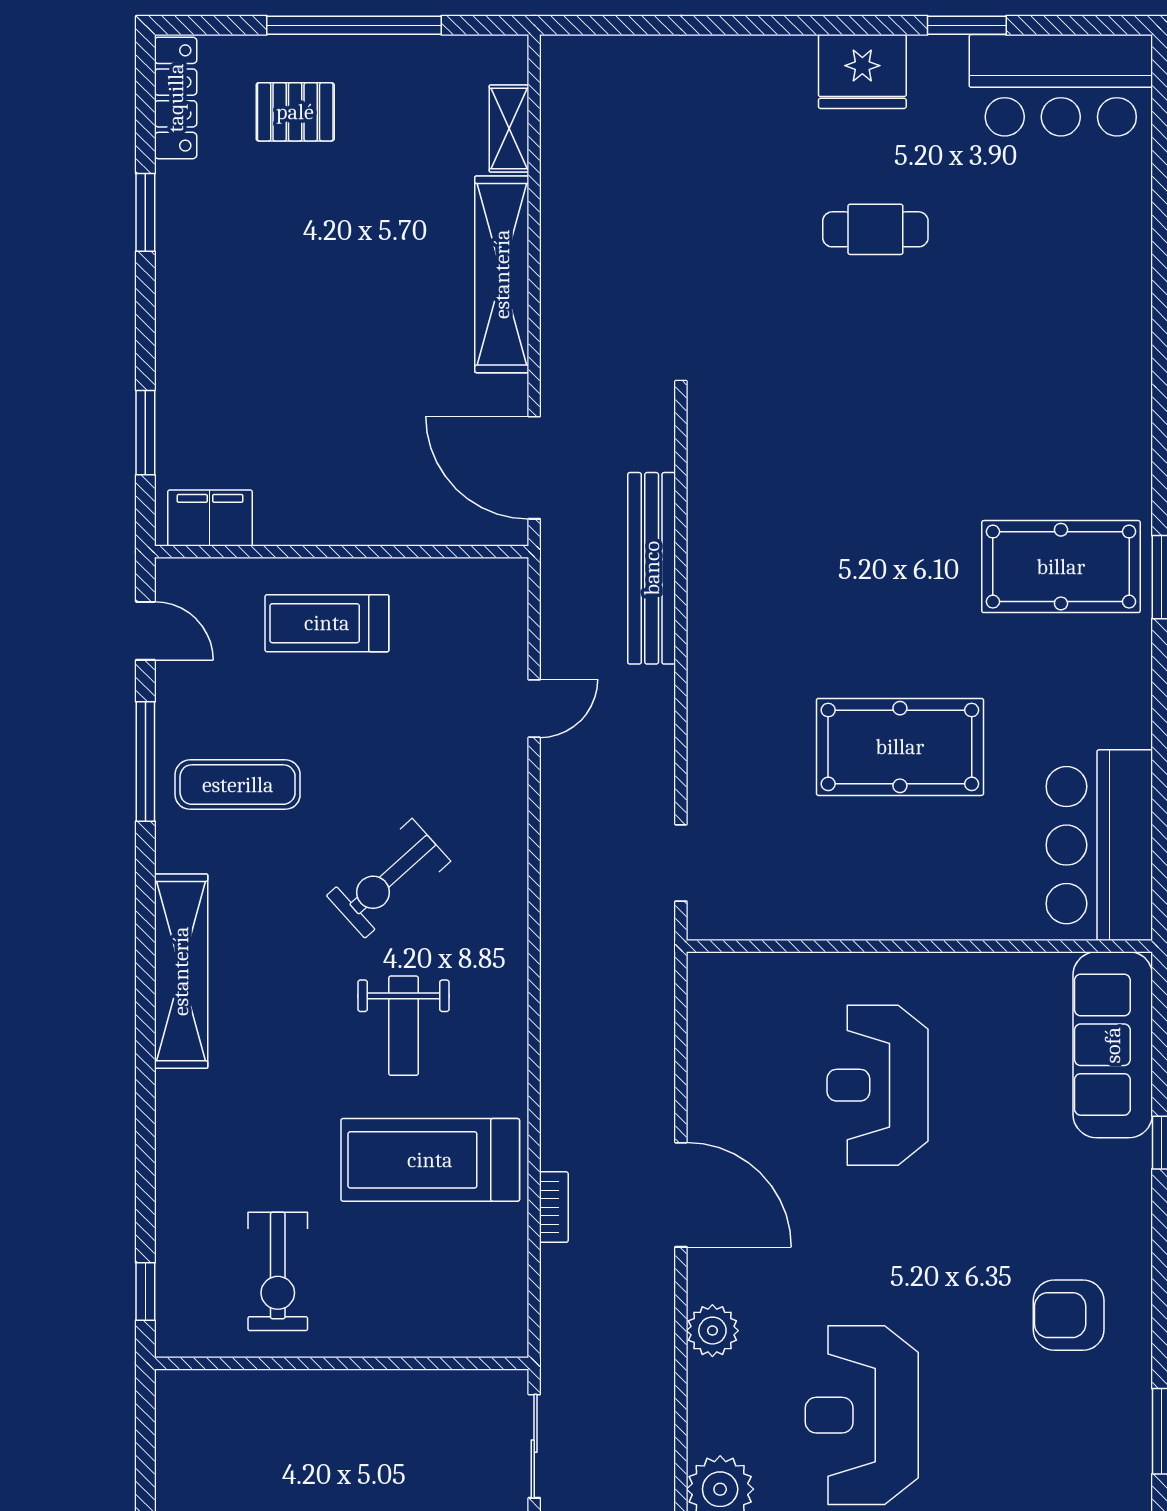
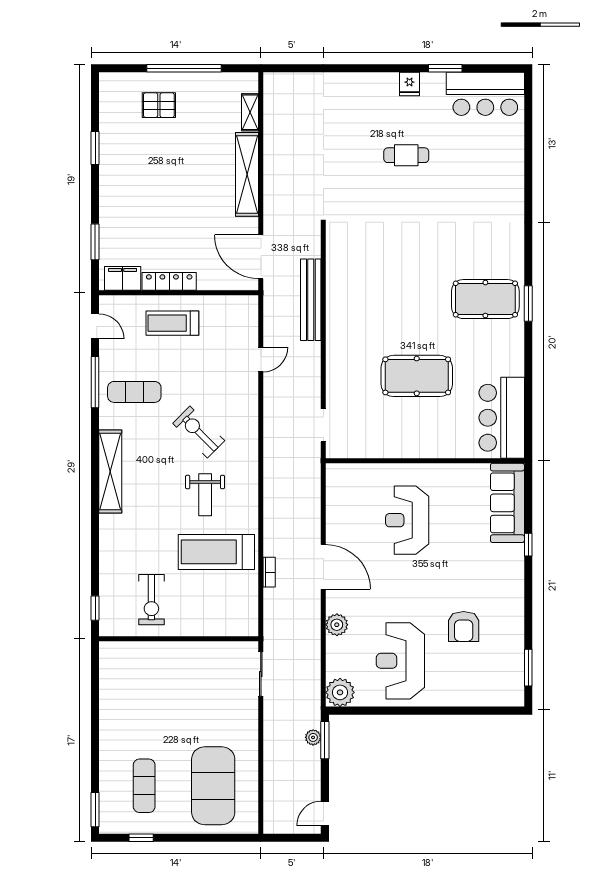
fridge: (862, 72) -> (409, 84), width x0.53, depth x0.75
locker: (176, 98) -> (169, 281), moved, turned -90
exercise bike: (388, 878) -> (199, 432), turned 87
armchair: (1069, 1315) -> (464, 627), moved, turned -90

